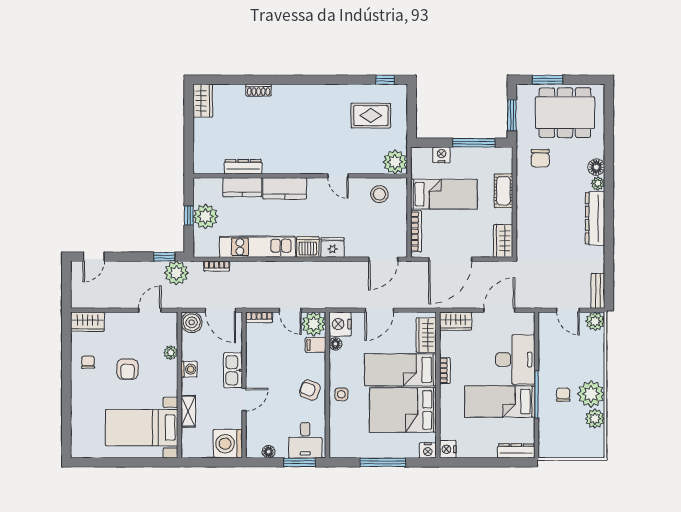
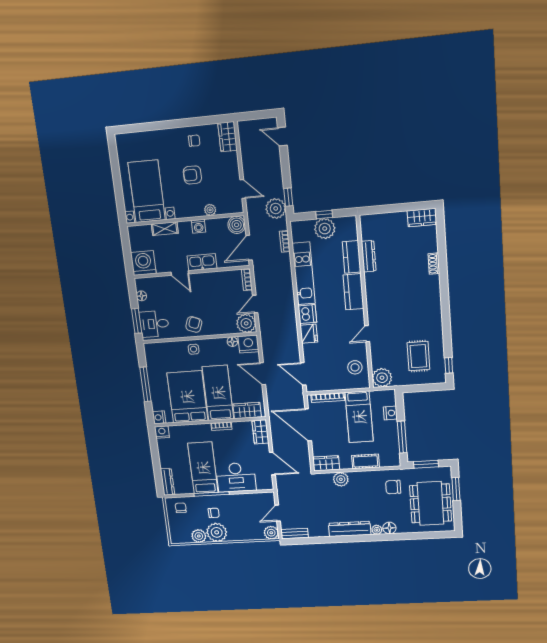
plant: (526, 224) -> (341, 479), added
filing cabinet: (316, 345) -> (230, 326), removed
chair: (554, 438) -> (181, 508), added

